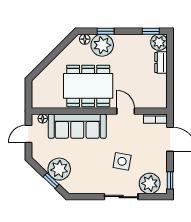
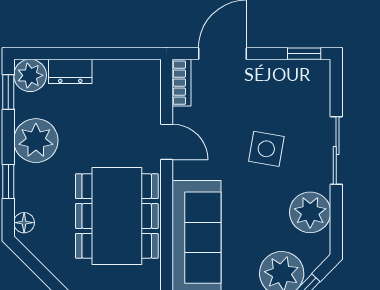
plant: (102, 45) -> (36, 141), moved
door: (126, 111) -> (167, 142), swing flipped
plant: (150, 183) -> (310, 212), moved

